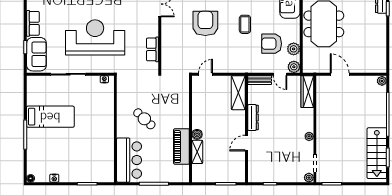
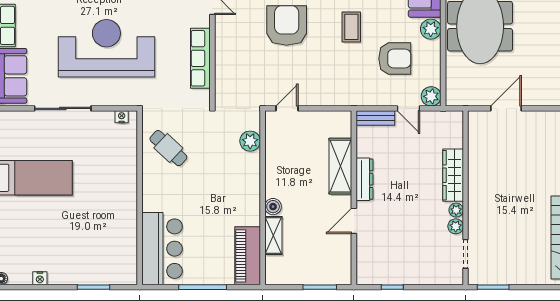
armchair: (272, 44) -> (395, 59), turned 180
row of seats: (153, 49) -> (200, 58), width x1.48
plant: (294, 49) -> (431, 29), moved
door: (340, 74) -> (506, 108), hinge flipped
wardrobe: (307, 92) -> (453, 175), moved
shelving: (238, 93) -> (340, 166), moved
plant: (183, 94) -> (250, 141), added
cafe table: (144, 119) -> (168, 148), moved
piano: (181, 147) -> (248, 256), moved
plant: (309, 178) -> (456, 226), moved

